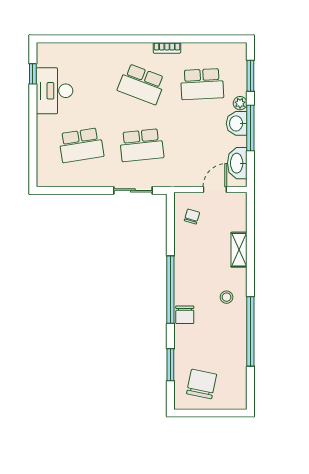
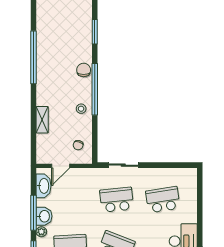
stool: (227, 297) -> (81, 109), moved
chair: (202, 384) -> (71, 17), removed

